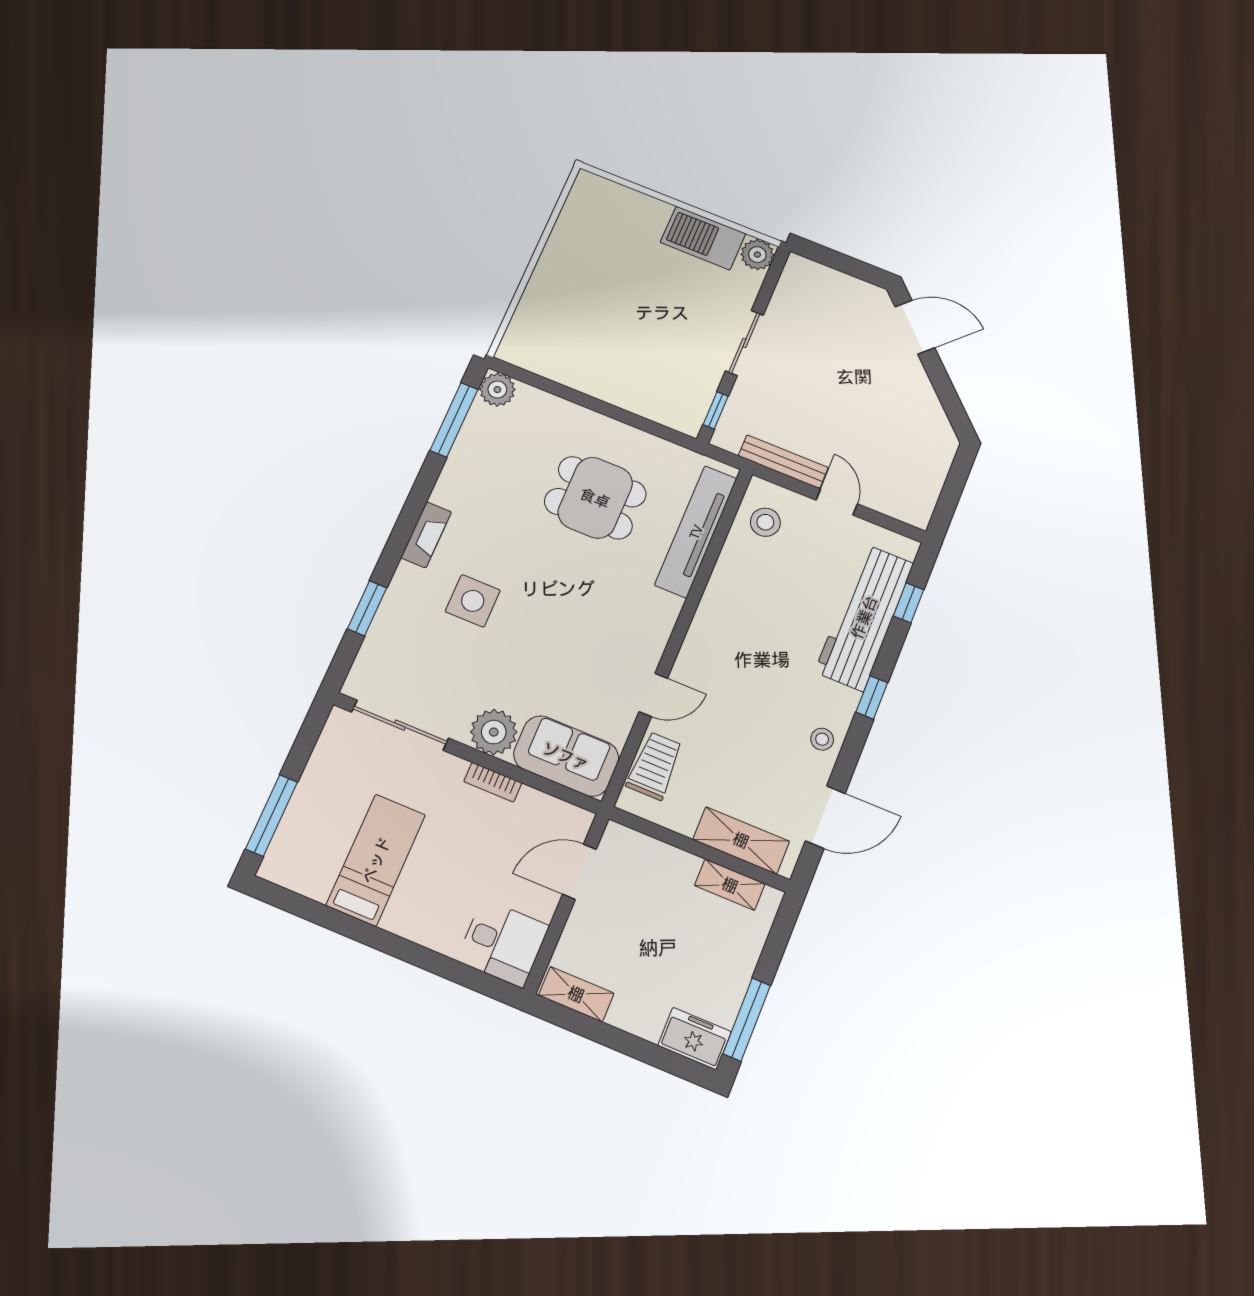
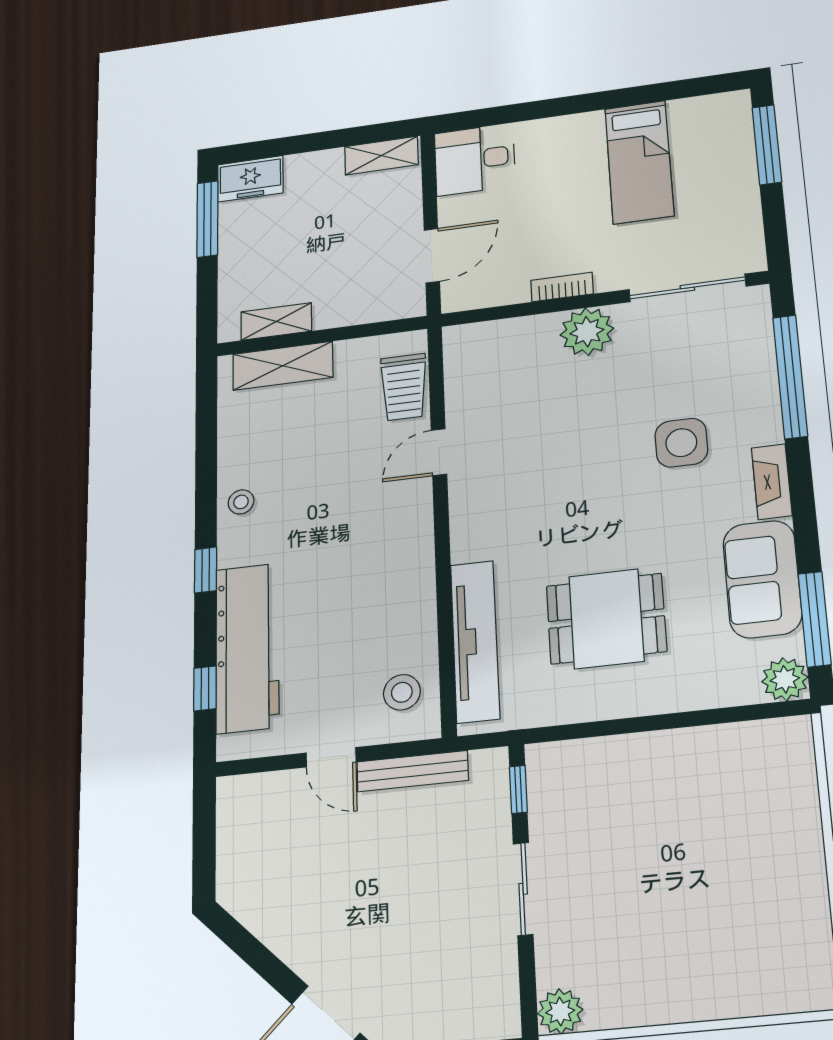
barbecue: (703, 238) -> (638, 997), removed
window: (367, 608) -> (790, 377), width x2.11
sofa: (566, 756) -> (762, 579), moved, turned 90
door: (825, 817) -> (206, 431), removed

